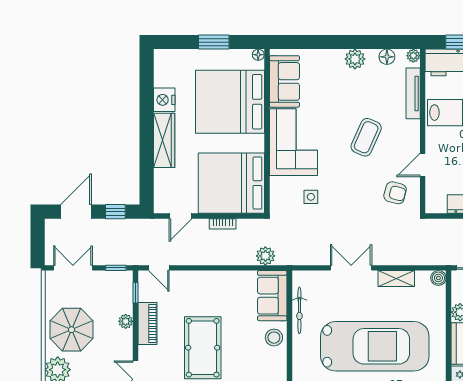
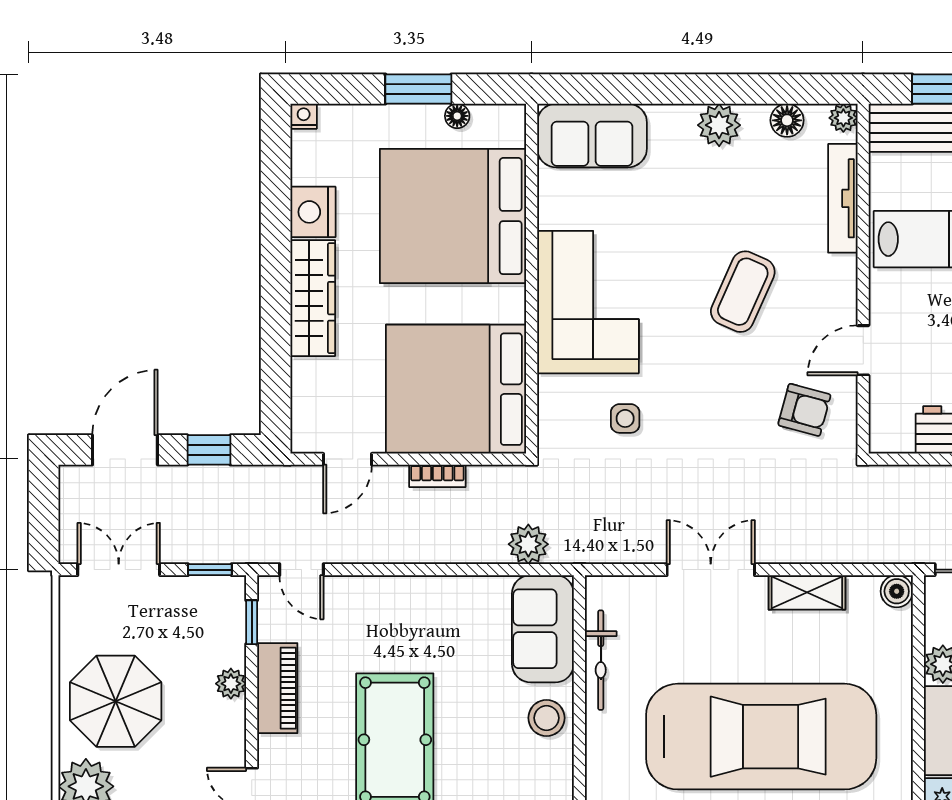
nightstand: (160, 55) -> (304, 116), added
floor lamp: (258, 55) -> (457, 116), moved
sofa: (284, 81) -> (592, 135), moved, turned 90

